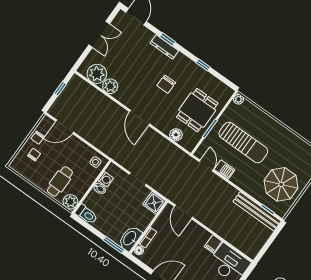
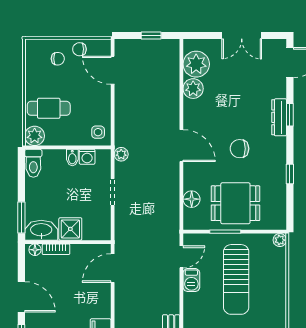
door: (139, 118) -> (181, 146), swing flipped
plant: (119, 158) -> (121, 154), added
shower: (154, 203) -> (70, 229), moved

